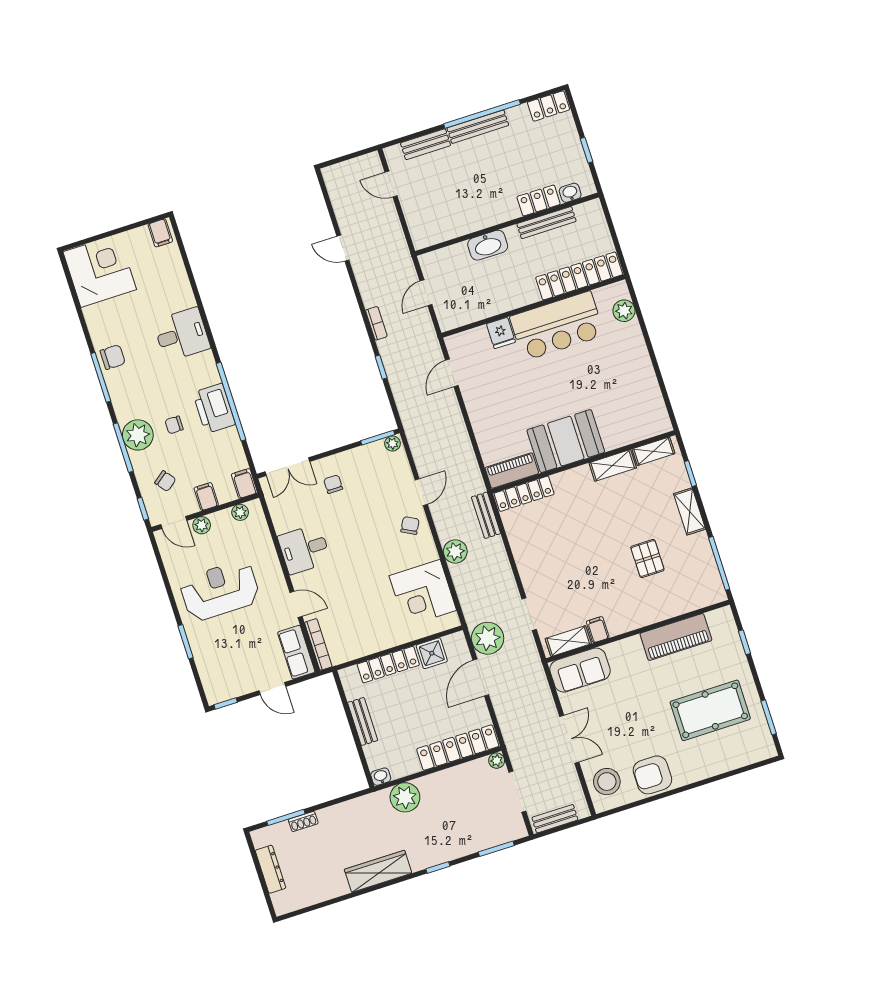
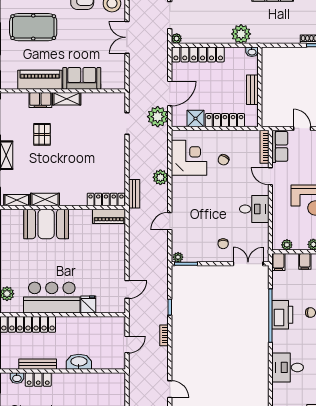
booth: (566, 441) -> (46, 224), moved
chair: (410, 525) -> (223, 160), moved
filing cabinet: (598, 630) -> (40, 100), moved, width x2.00
shelving: (568, 641) -> (67, 99), moved
sofa: (580, 670) -> (82, 78), moved

